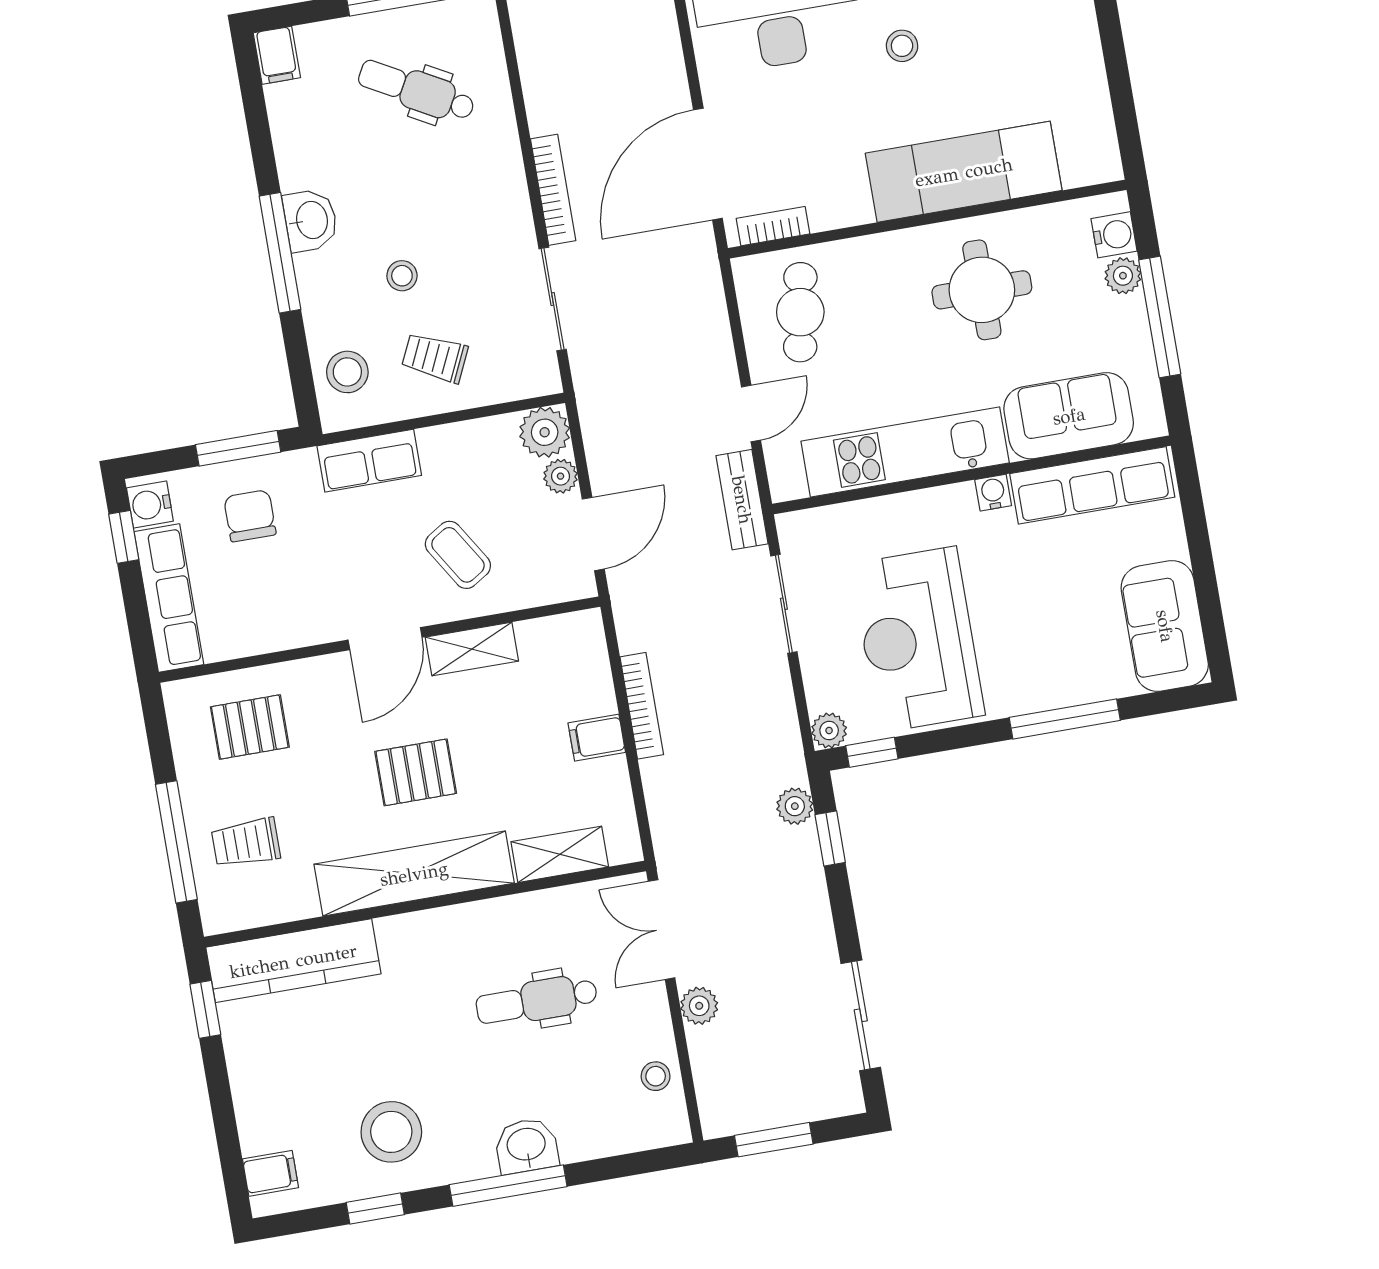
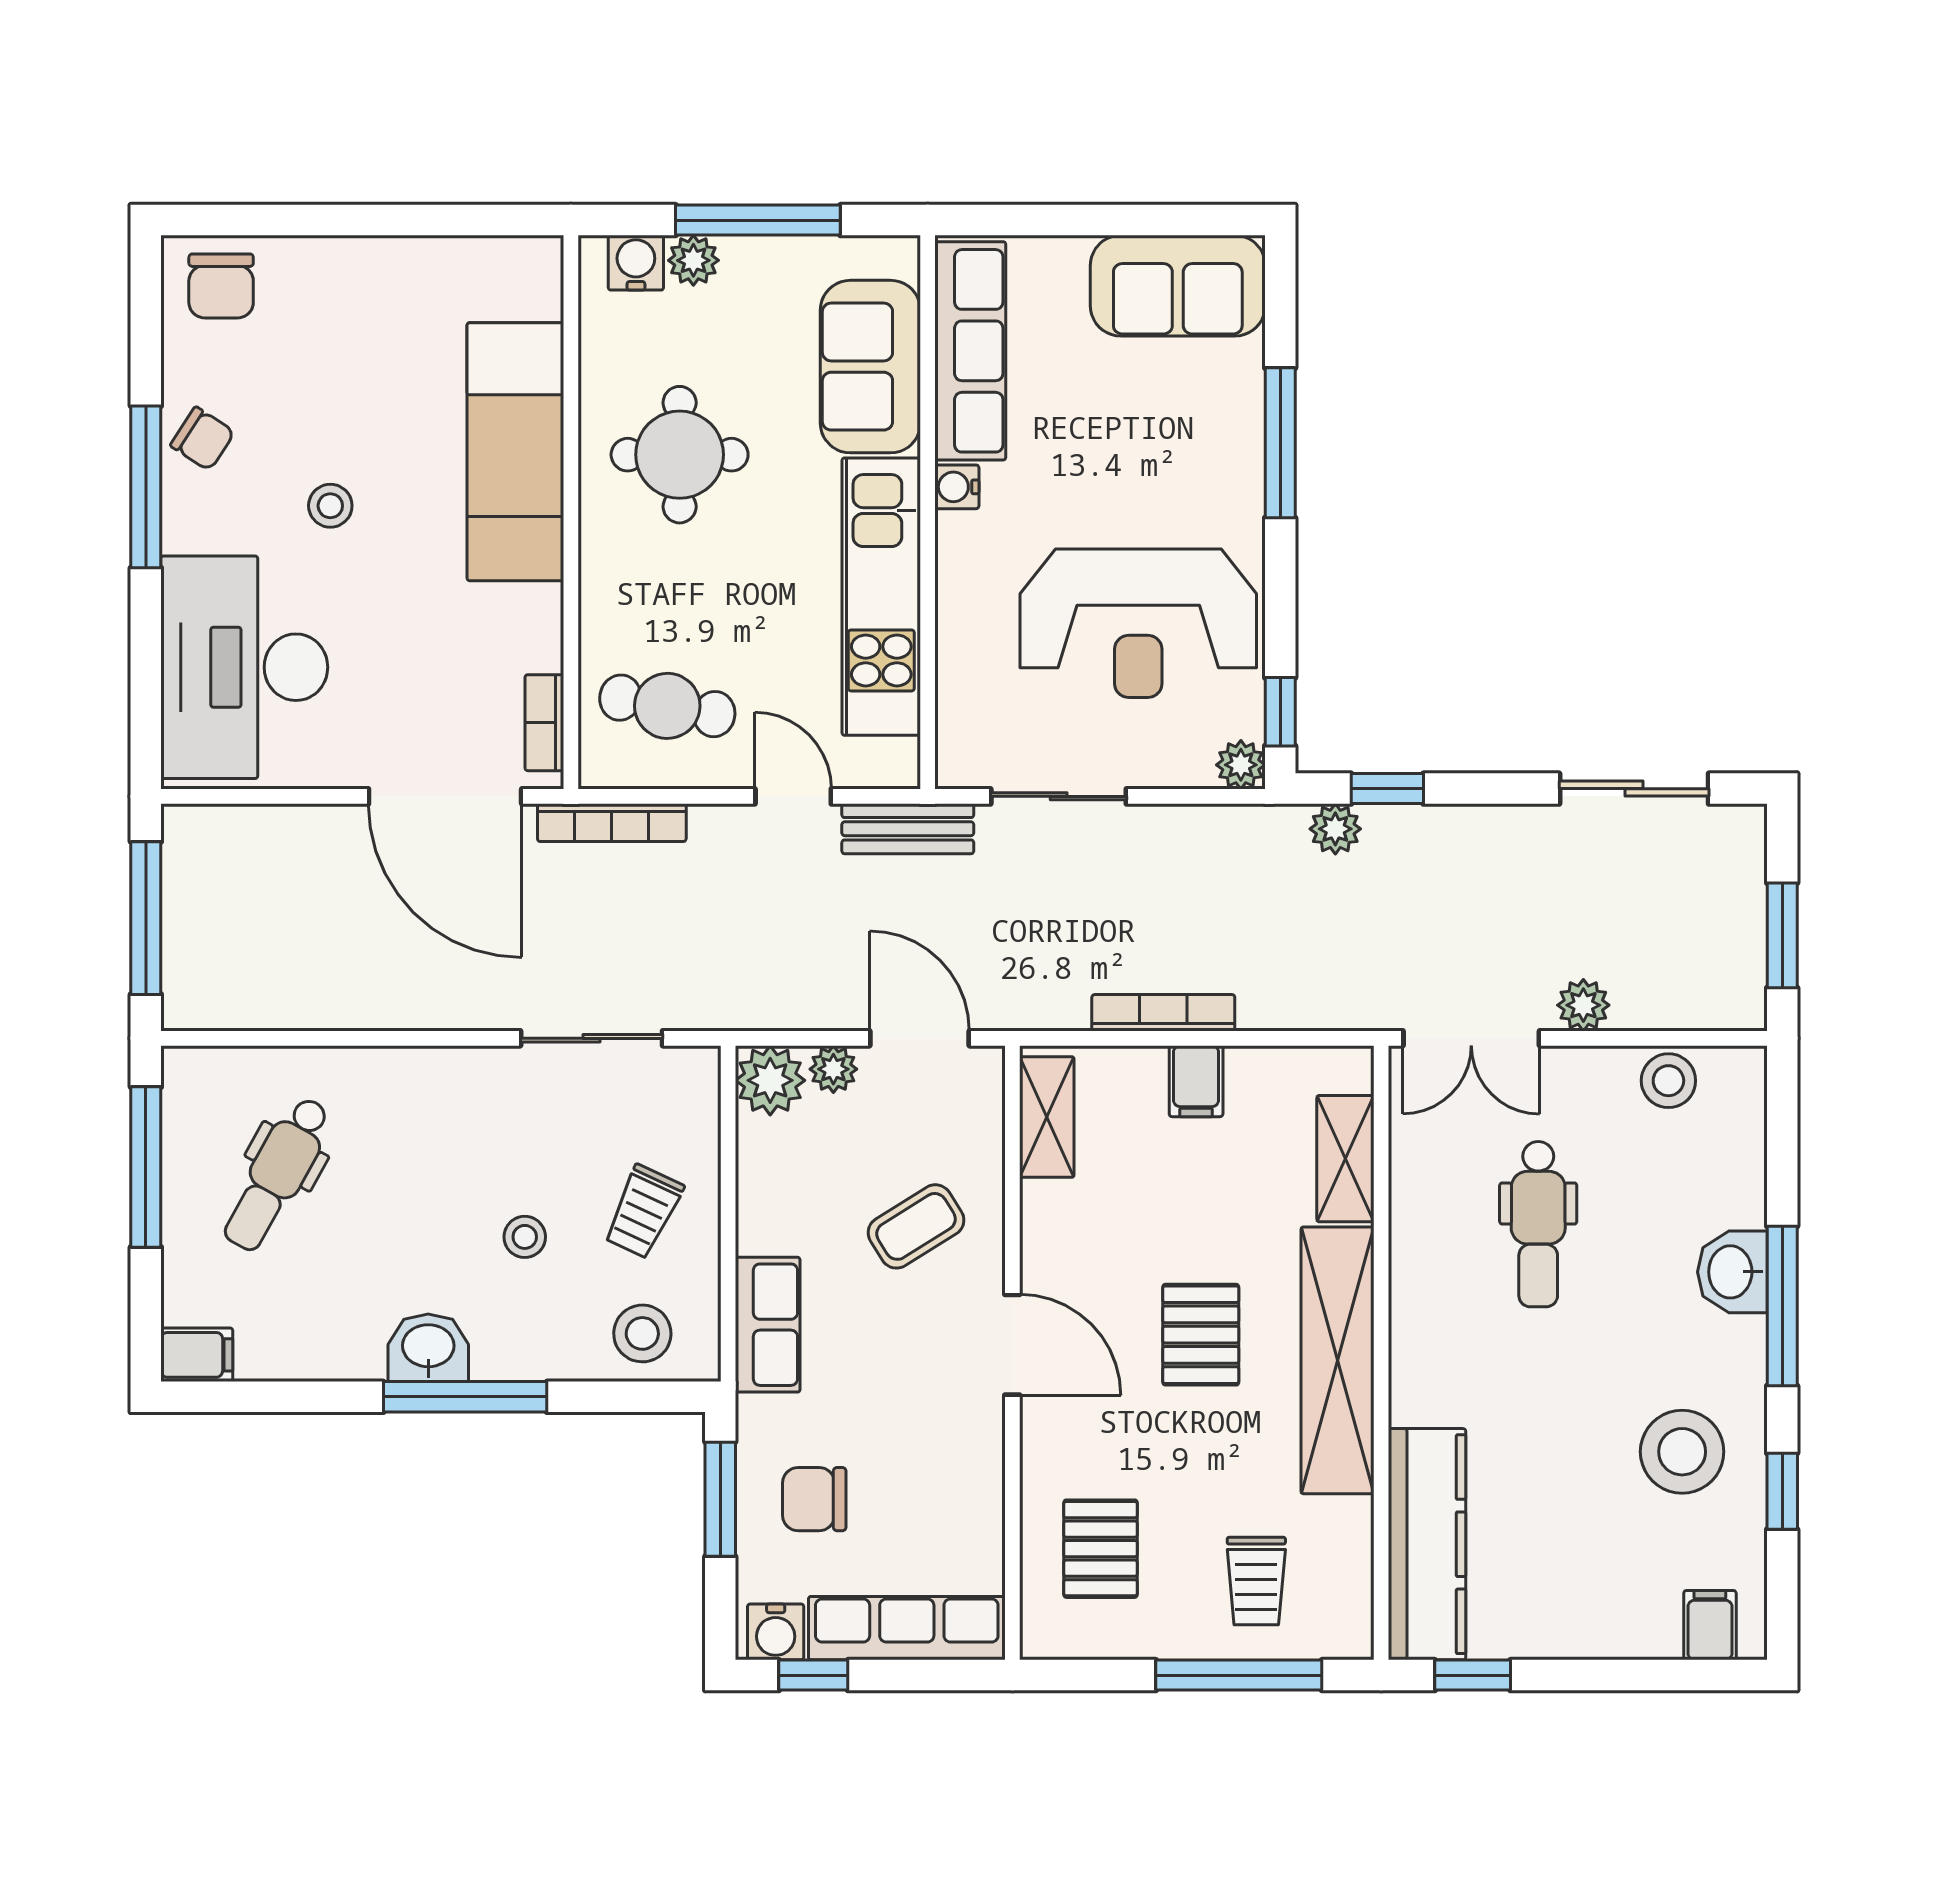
bookcase: (553, 190) -> (612, 823), moved, turned 180
shelving: (472, 649) -> (1047, 1117), moved
stool: (656, 1076) -> (1668, 1081), width x1.37, depth x1.37

